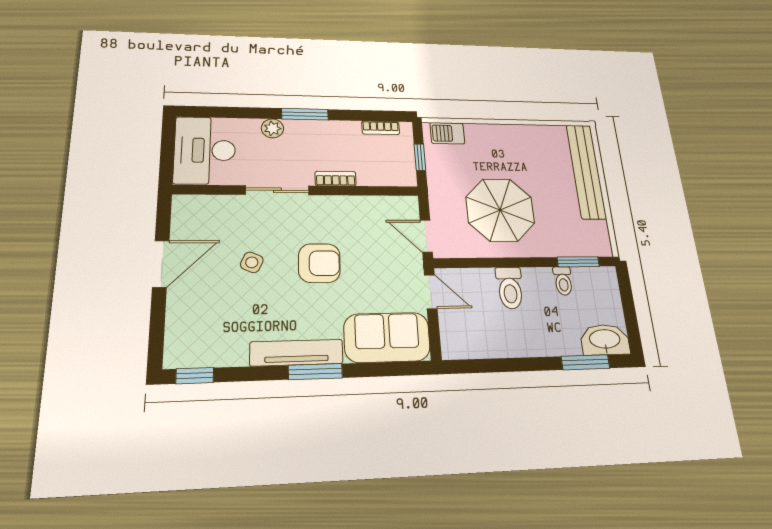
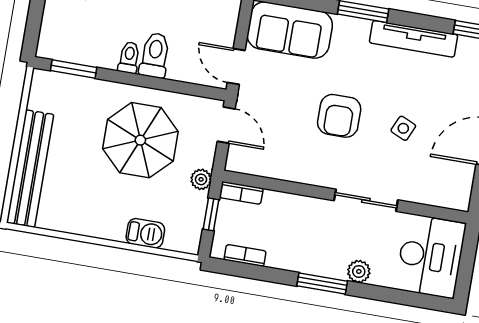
barbecue: (447, 133) -> (145, 233), moved
bookcase: (336, 179) -> (241, 193), moved
plant: (437, 185) -> (201, 179), added
armchair: (319, 263) -> (339, 116), turned -91
toilet: (563, 281) -> (129, 58), moved
tv unit: (297, 353) -> (414, 39), moved

